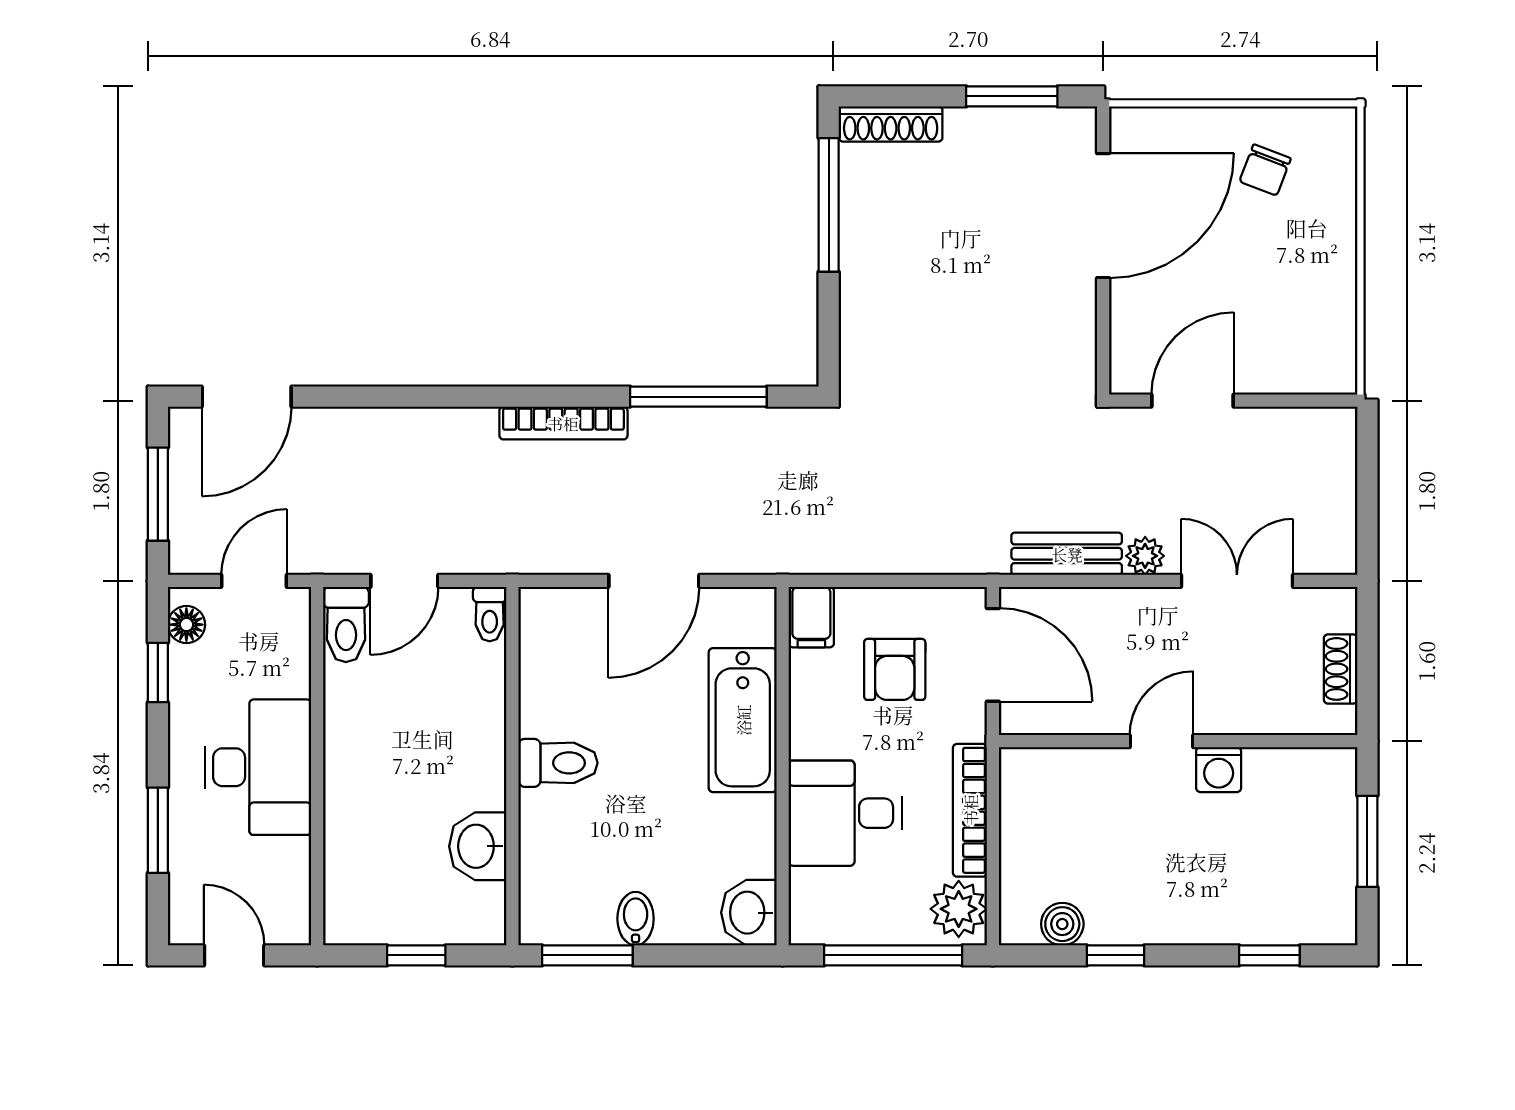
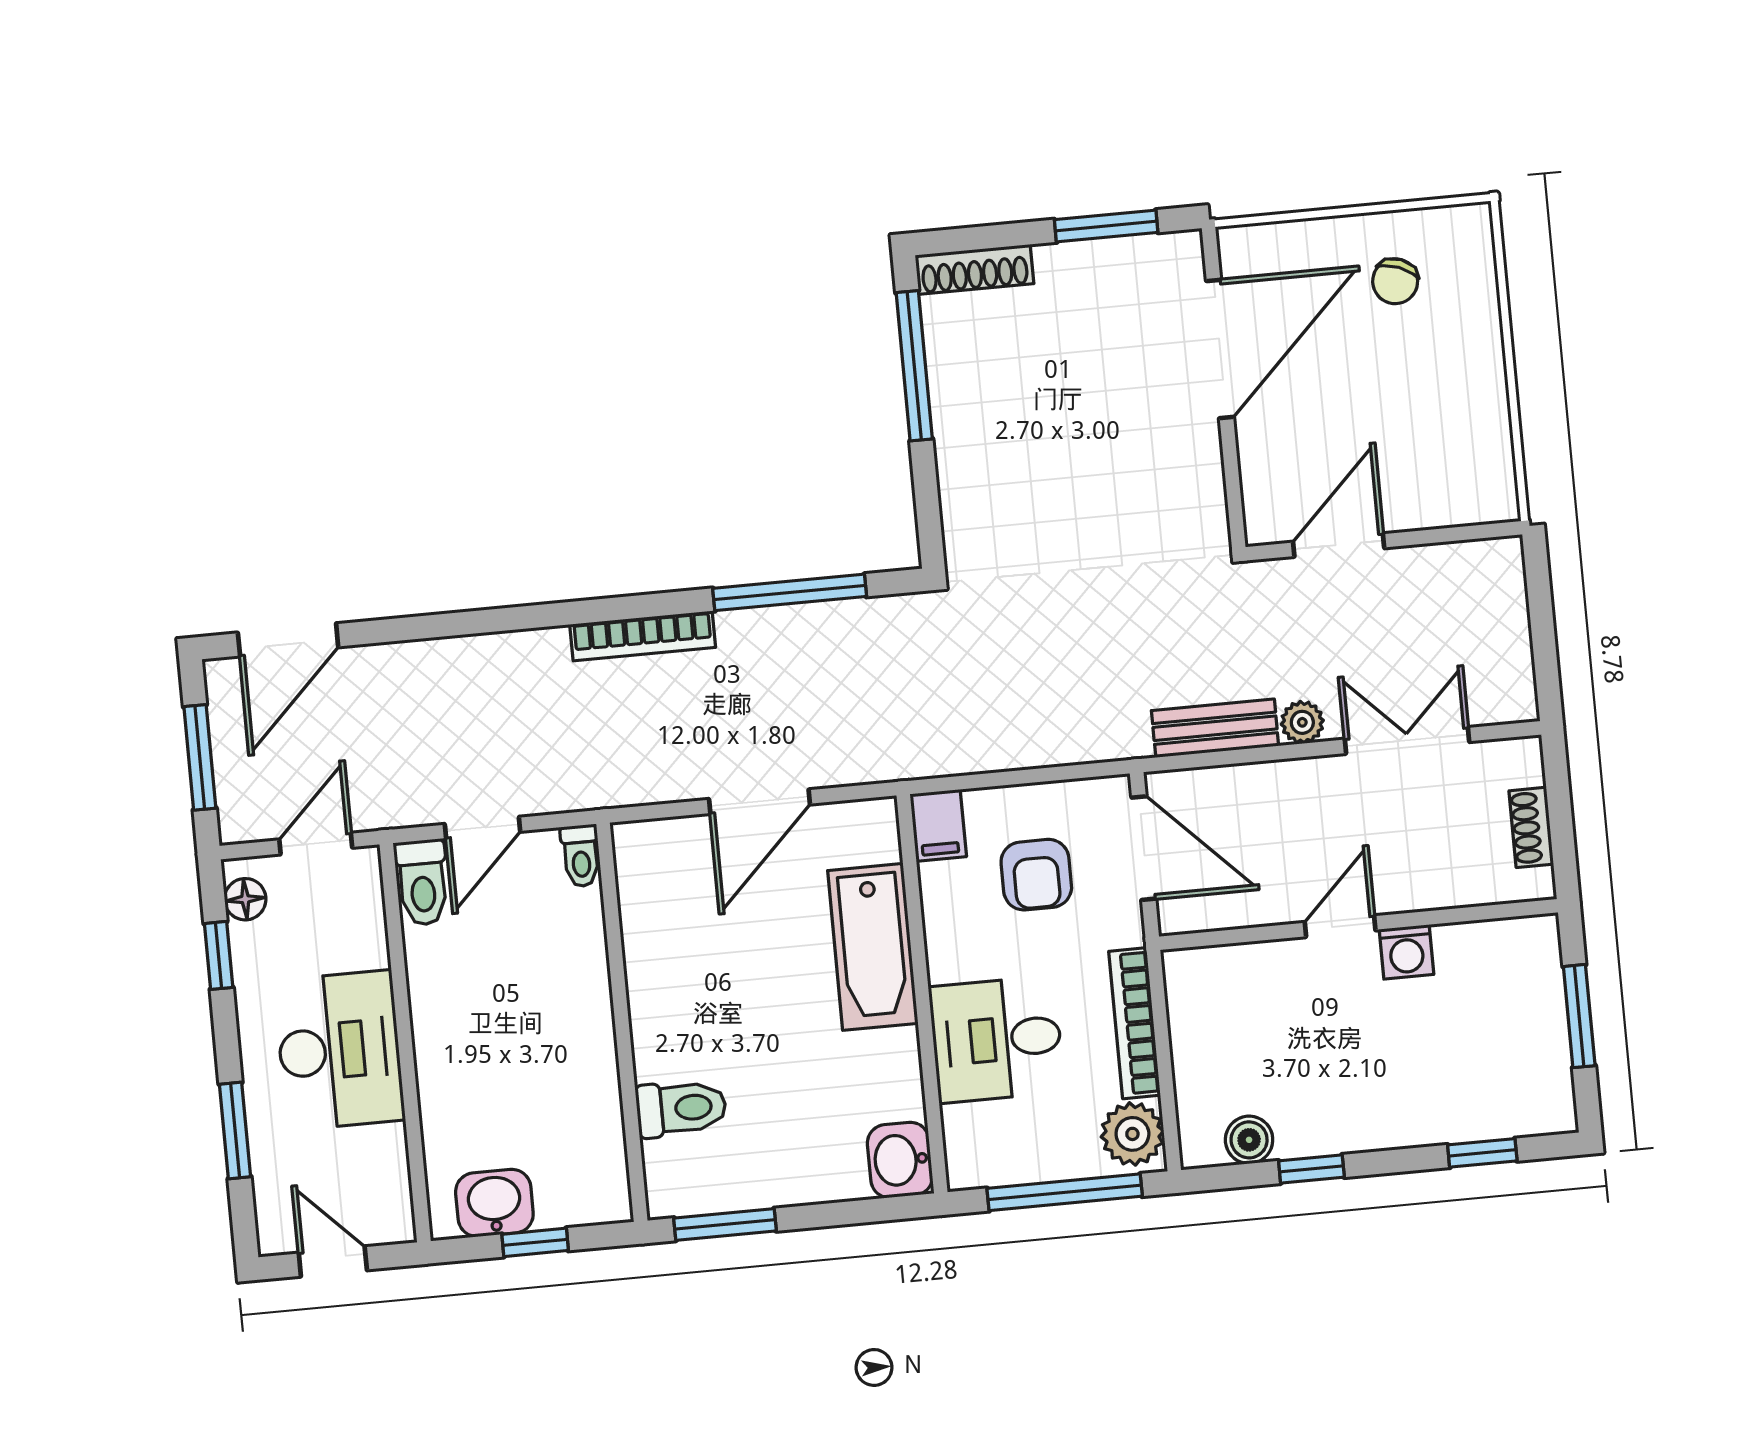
toilet: (558, 763) -> (681, 1108), moved
washbasin: (478, 846) -> (494, 1203), moved, turned 90
bidet: (636, 919) -> (775, 1179), removed

